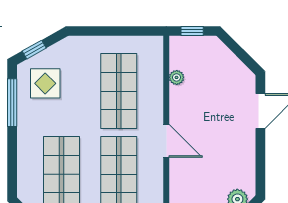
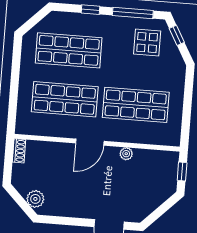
plant: (177, 77) -> (126, 154), moved
window: (12, 152) -> (91, 10), added

